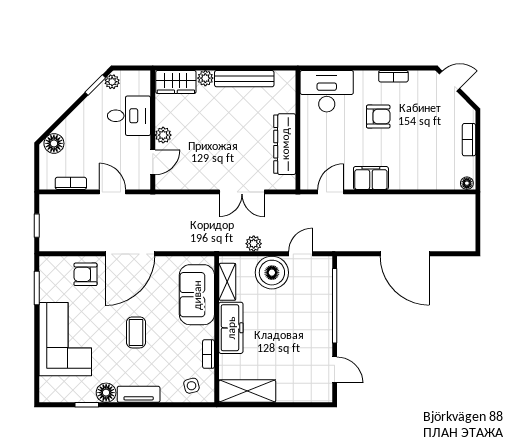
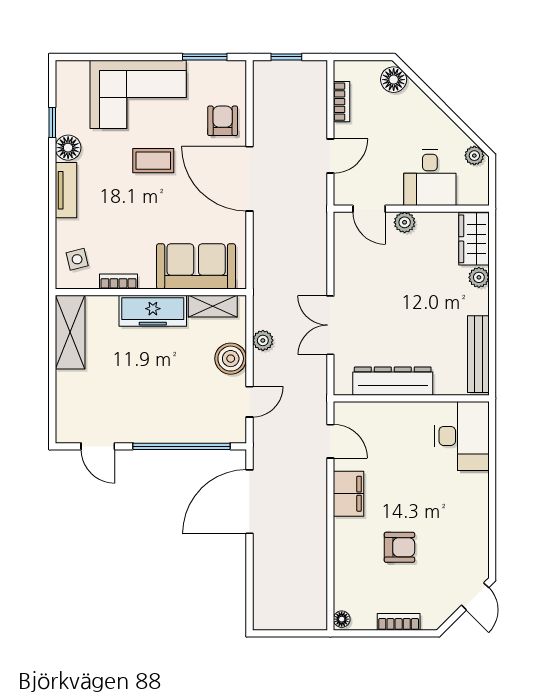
bookcase: (393, 76) -> (481, 523), removed
bench: (244, 79) -> (478, 354), moved
window: (95, 85) -> (470, 133), removed
armchair: (378, 117) -> (399, 547), moved, turned -90
door: (301, 254) -> (249, 402), hinge flipped
door: (405, 254) -> (249, 502), moved
boiler: (272, 273) -> (231, 359), width x0.73, depth x0.73
coffee table: (136, 332) -> (153, 161), moved
door: (335, 370) -> (98, 446), hinge flipped

